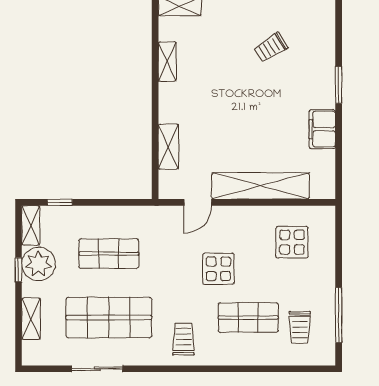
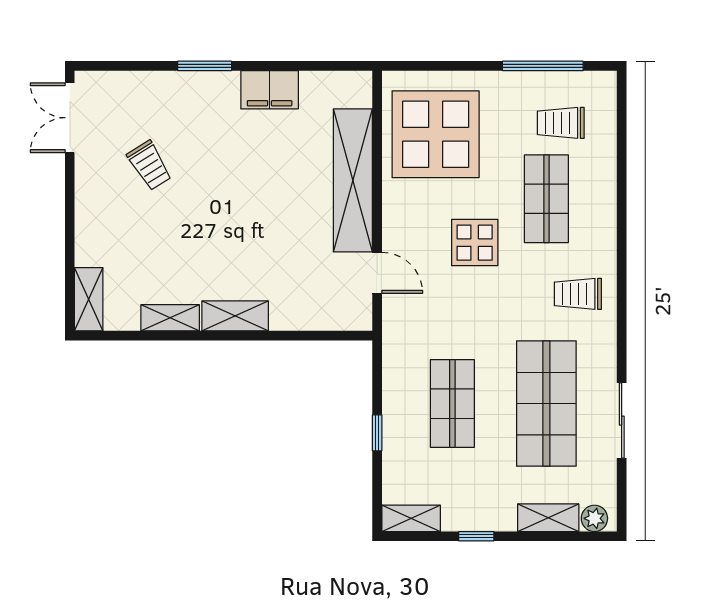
shelving: (168, 147) -> (235, 316), moved
window: (60, 202) -> (377, 433), moved
display table: (292, 242) -> (436, 134), width x1.86, depth x1.86
plant: (38, 264) -> (594, 518), moved, width x0.53, depth x0.53
trolley: (300, 327) -> (561, 123), turned 180

